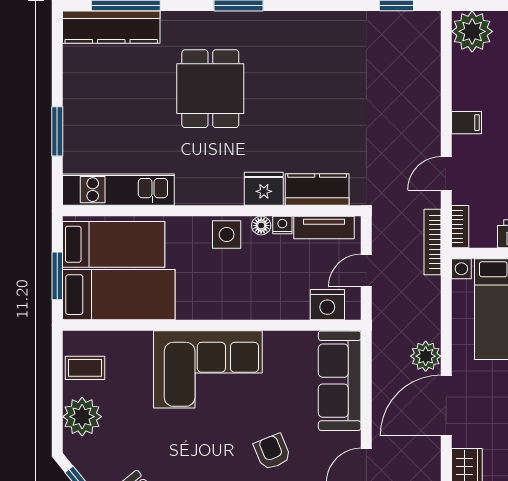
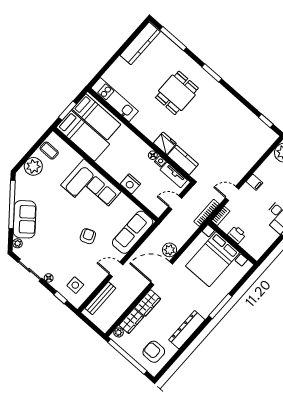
kitchen counter: (111, 27) -> (140, 43), moved, turned -90
window: (57, 131) -> (111, 61), removed
side table: (227, 235) -> (138, 148), removed
nightstand: (327, 305) -> (130, 184), moved

